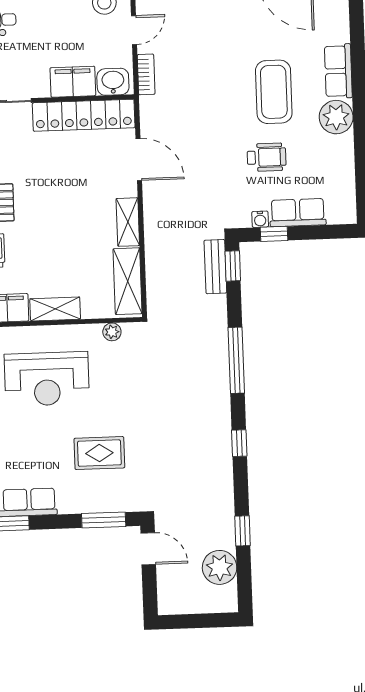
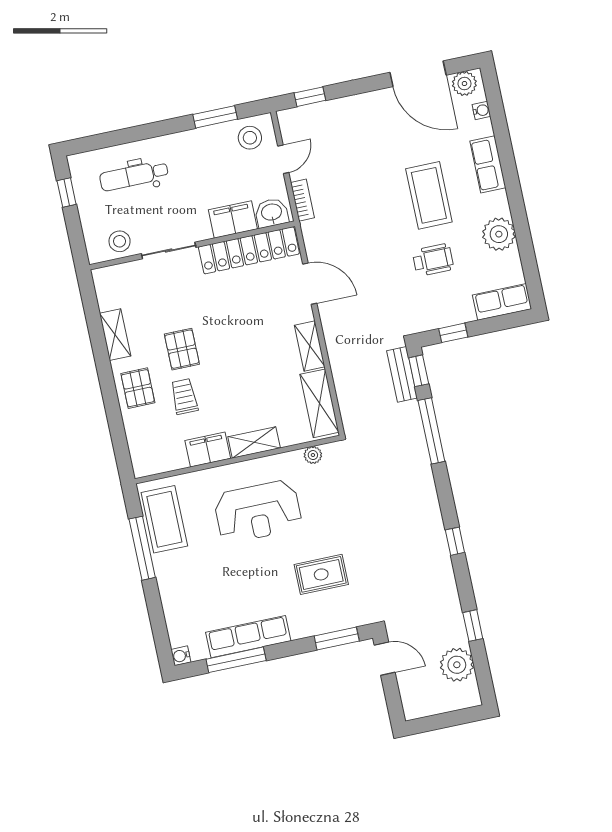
plant: (336, 117) -> (499, 234), moved
row of seats: (298, 213) -> (502, 302), moved
water cooler: (260, 219) -> (481, 110), moved, turned -90
window: (236, 360) -> (431, 431), moved

